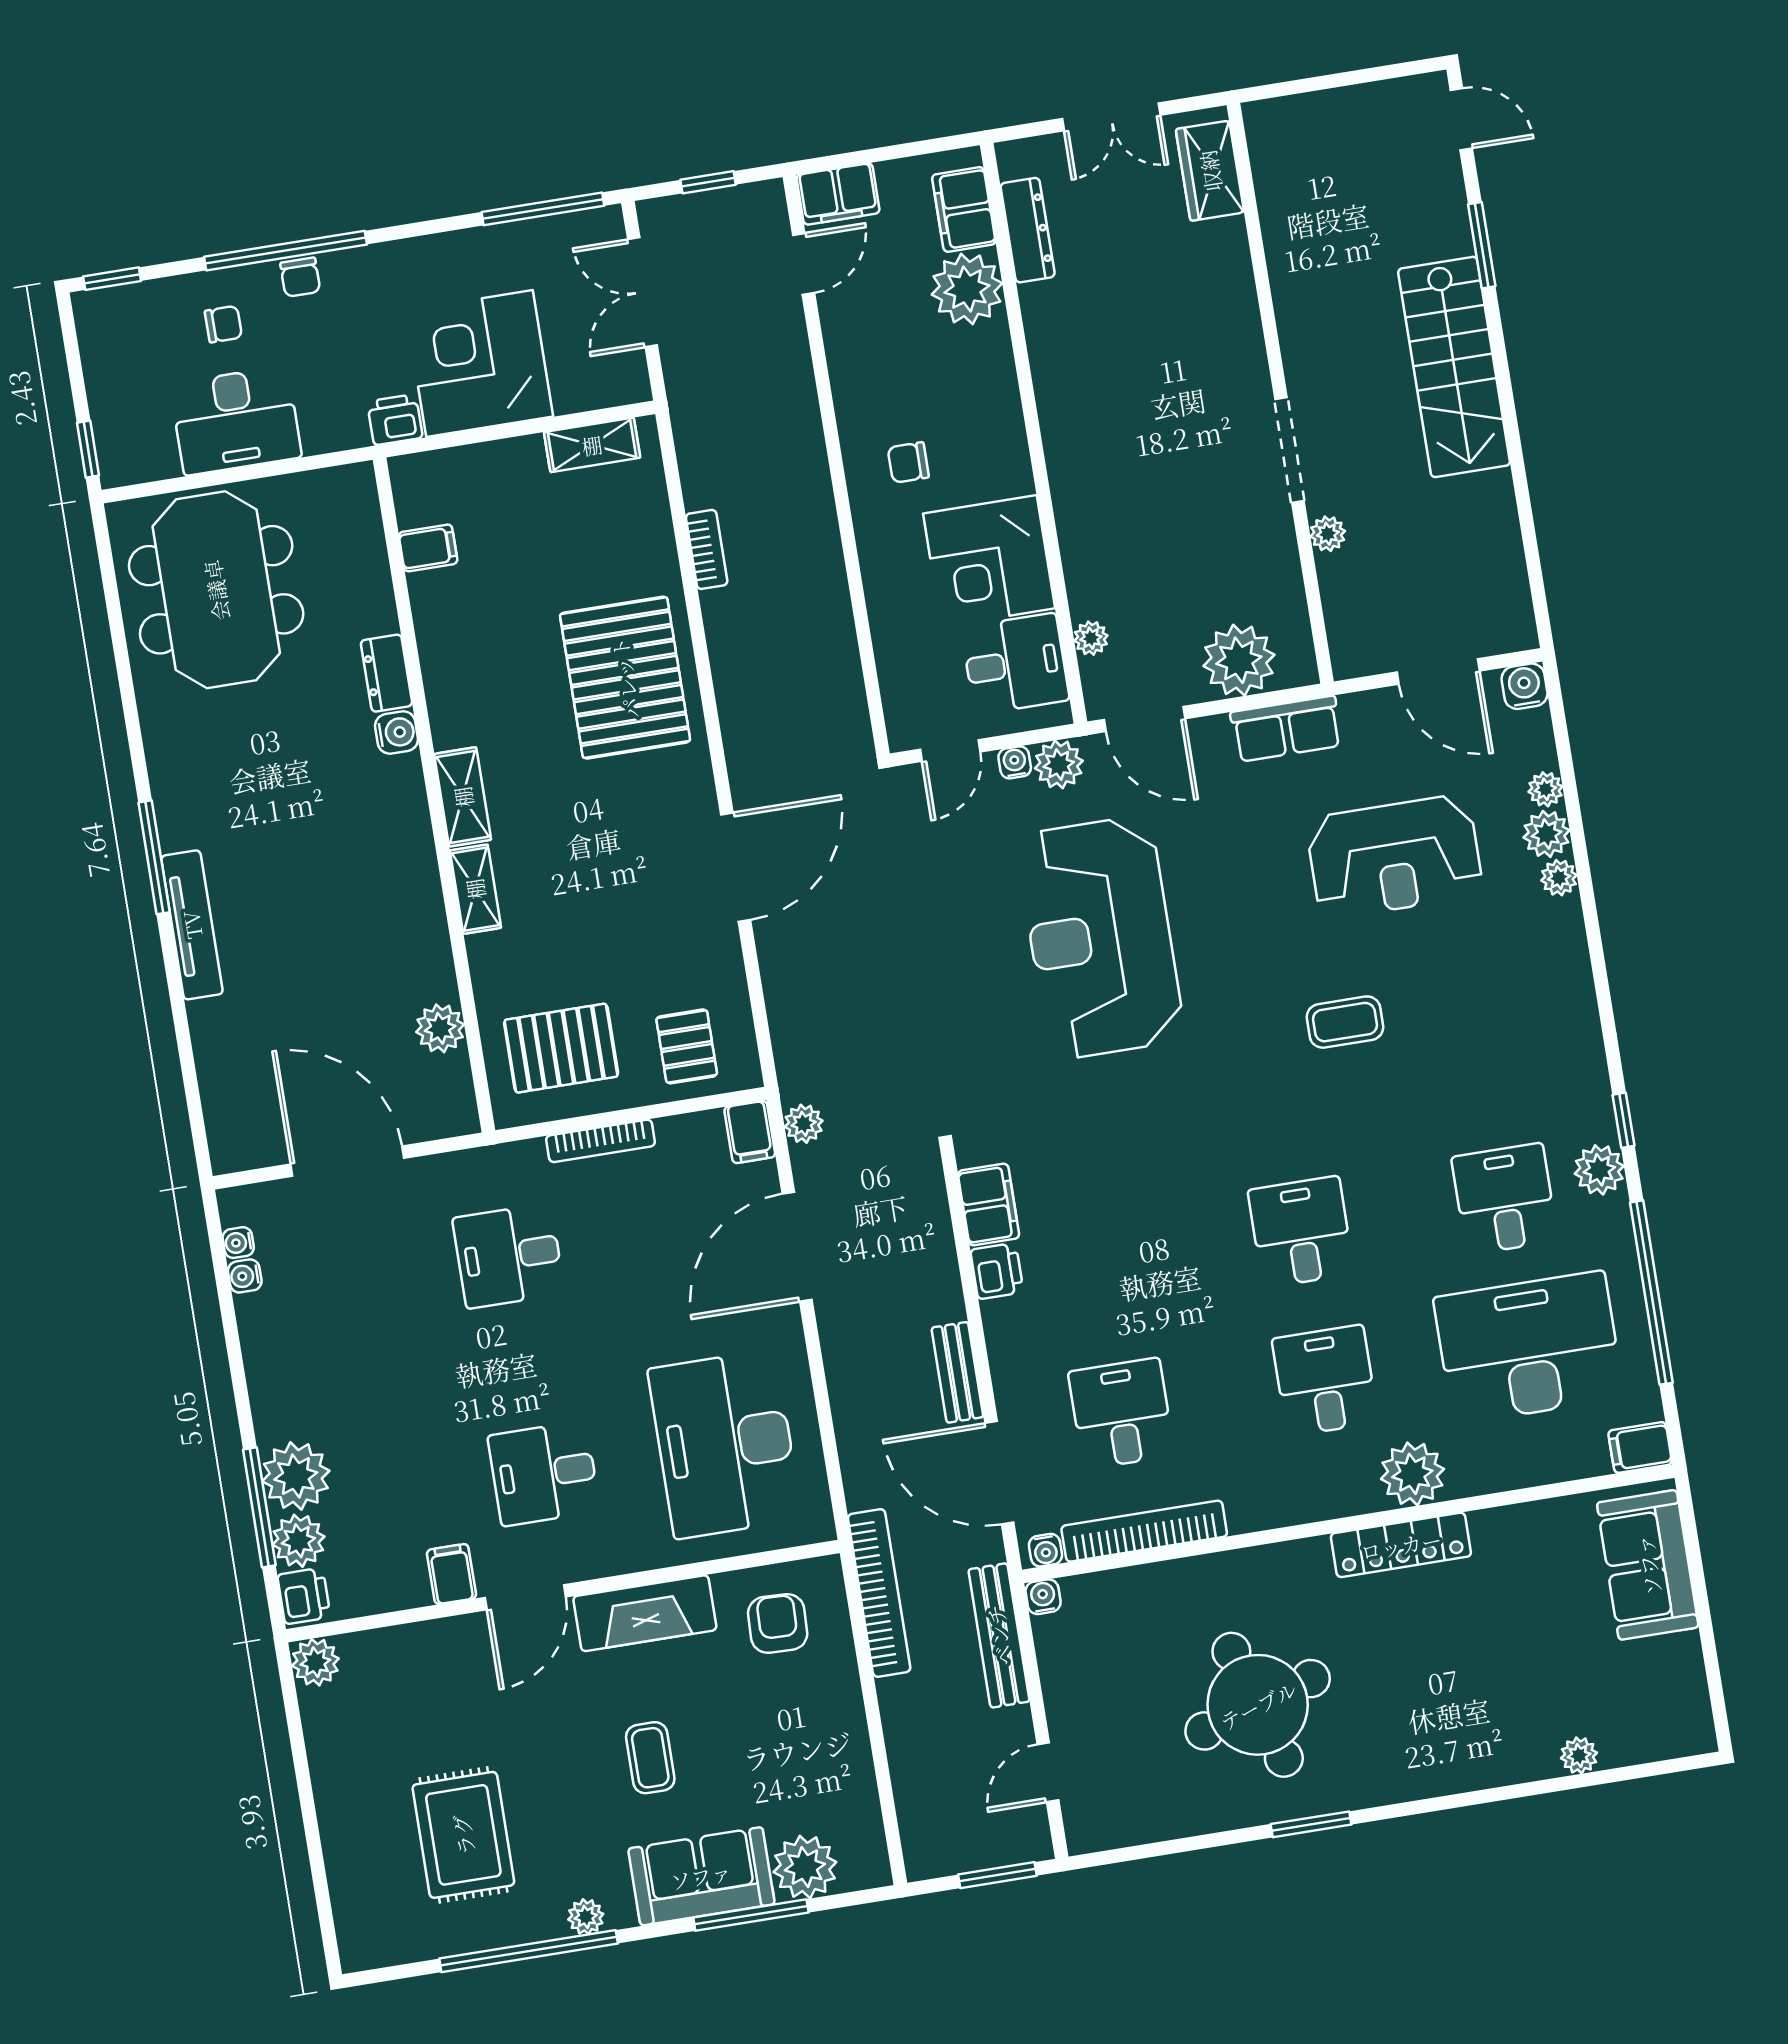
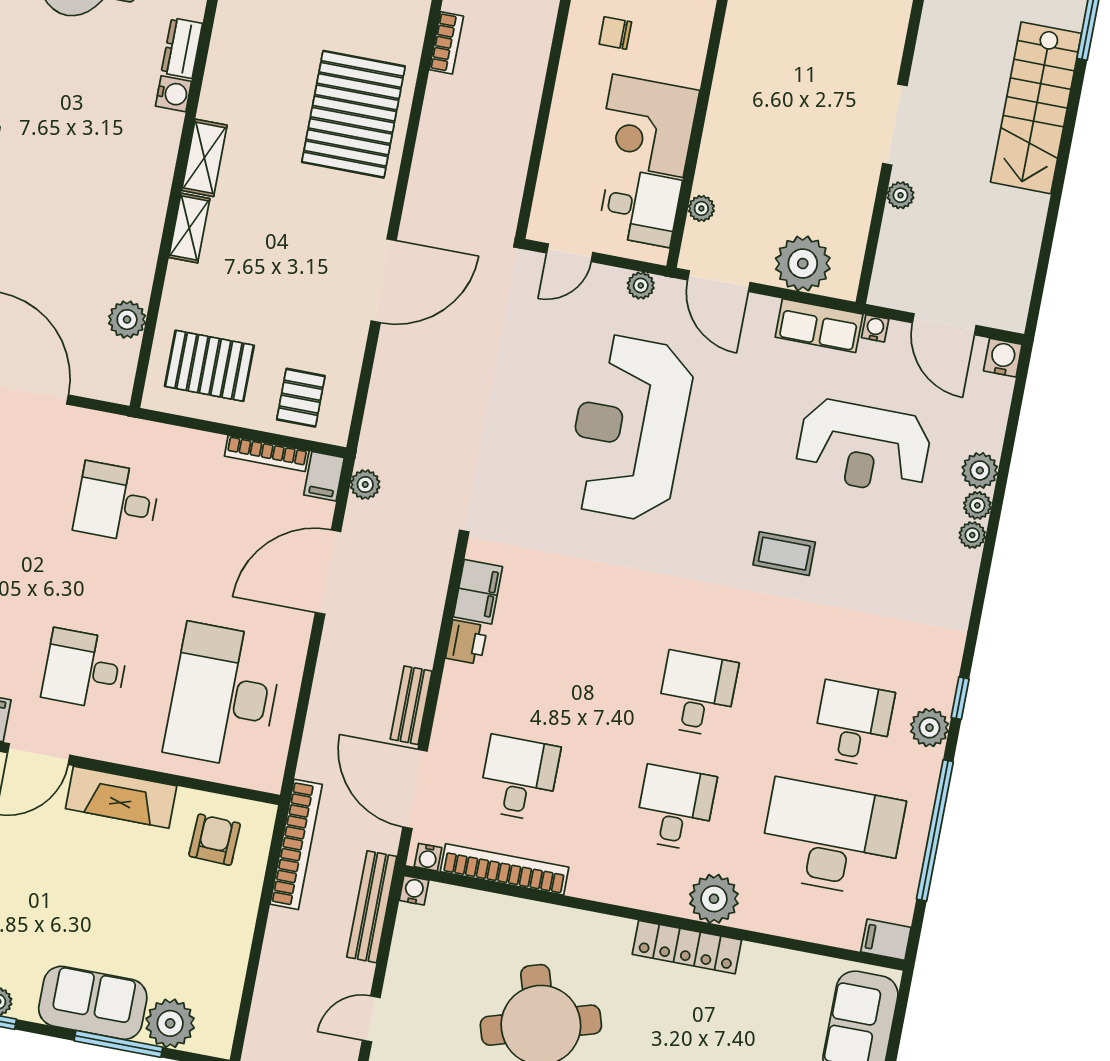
water cooler: (1015, 762) -> (875, 328), moved
plant: (1059, 764) -> (641, 286), width x0.73, depth x0.73
plant: (1545, 789) -> (972, 535), moved
bookcase: (600, 1141) -> (267, 454), moved
coffee table: (650, 1758) -> (87, 903), removed

